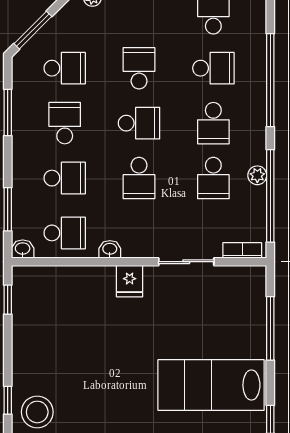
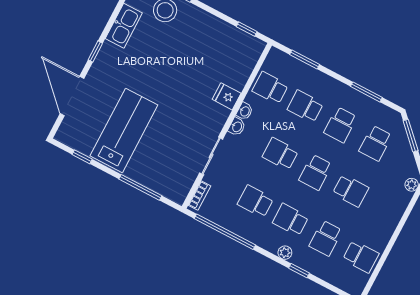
window: (270, 80) -> (299, 271), width x0.32
school desk: (65, 123) -> (340, 125), turned 90
plant: (257, 175) -> (285, 253), moved
school desk: (65, 178) -> (305, 106), turned 90
school desk: (65, 233) -> (270, 88), turned 90
washbasin: (23, 249) -> (237, 127), moved
fridge: (130, 281) -> (227, 96), moved

